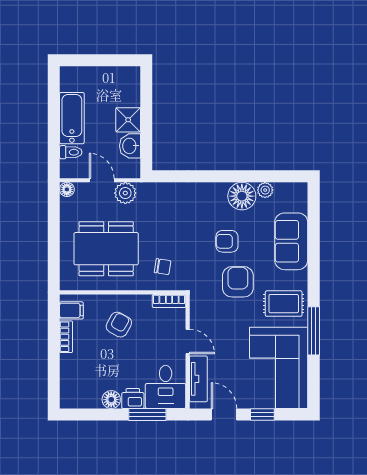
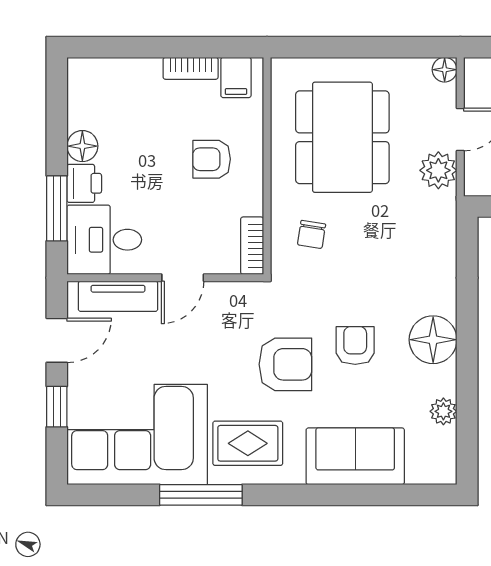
floor lamp: (242, 196) -> (433, 340), moved
rug: (284, 304) -> (248, 443), turned 90
armchair: (119, 325) -> (212, 159), turned 151

